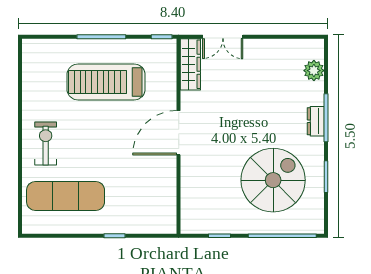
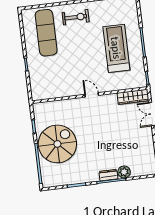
plant: (314, 71) -> (124, 172), moved
door: (179, 133) -> (92, 95), width x0.53
spiral stairs: (273, 180) -> (57, 144), moved, turned -90

